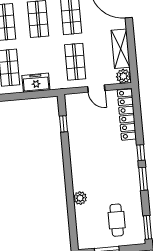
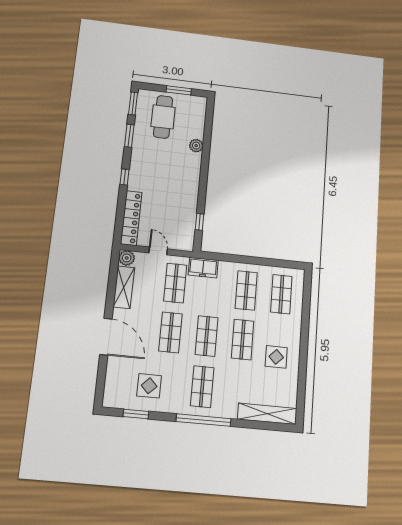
freezer: (36, 83) -> (203, 268), moved
window: (143, 179) -> (129, 136), moved
cafe table: (117, 220) -> (163, 117), width x1.37, depth x1.35

